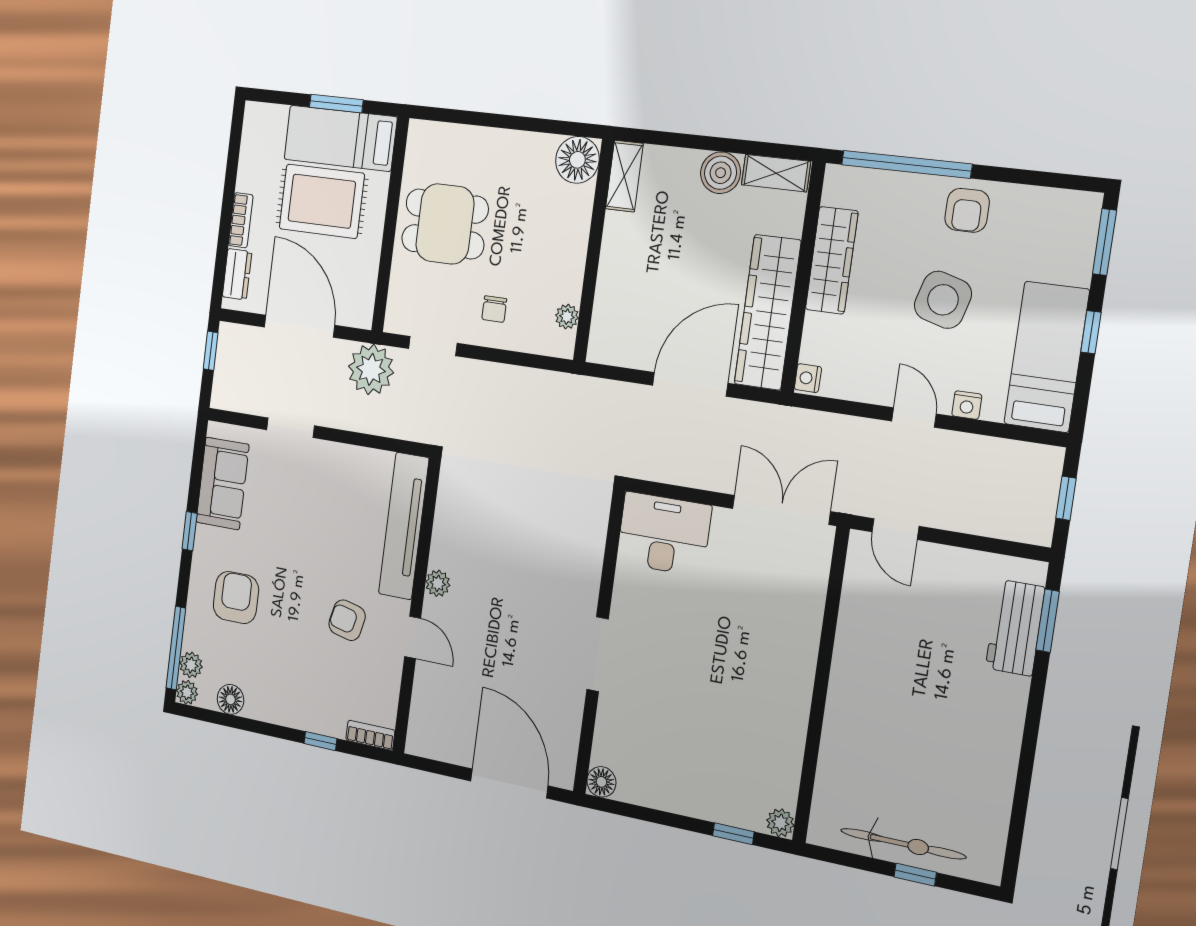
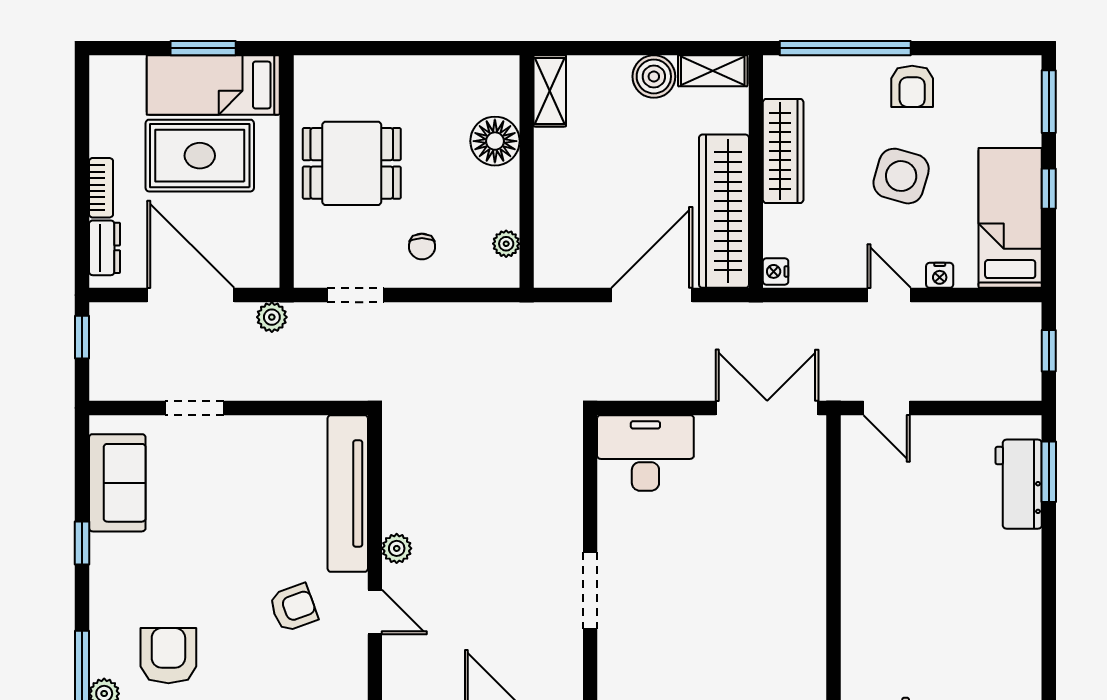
floor lamp: (577, 160) -> (495, 141), moved
plant: (371, 369) -> (272, 317), width x0.53, depth x0.53
armchair: (236, 597) -> (168, 656), moved
armchair: (347, 620) -> (293, 608), turned 147

